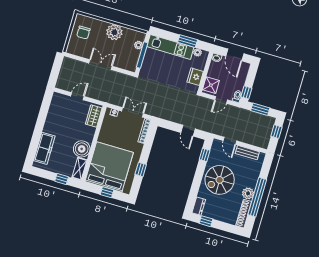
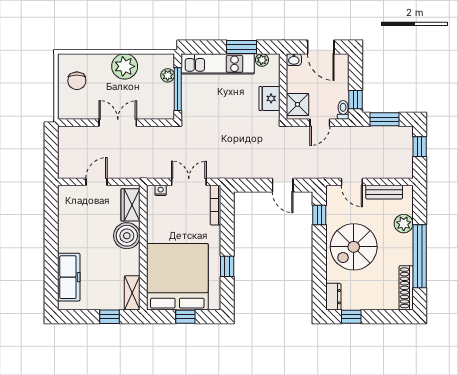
boiler: (82, 149) -> (127, 236), moved
plant: (248, 193) -> (404, 224), moved

